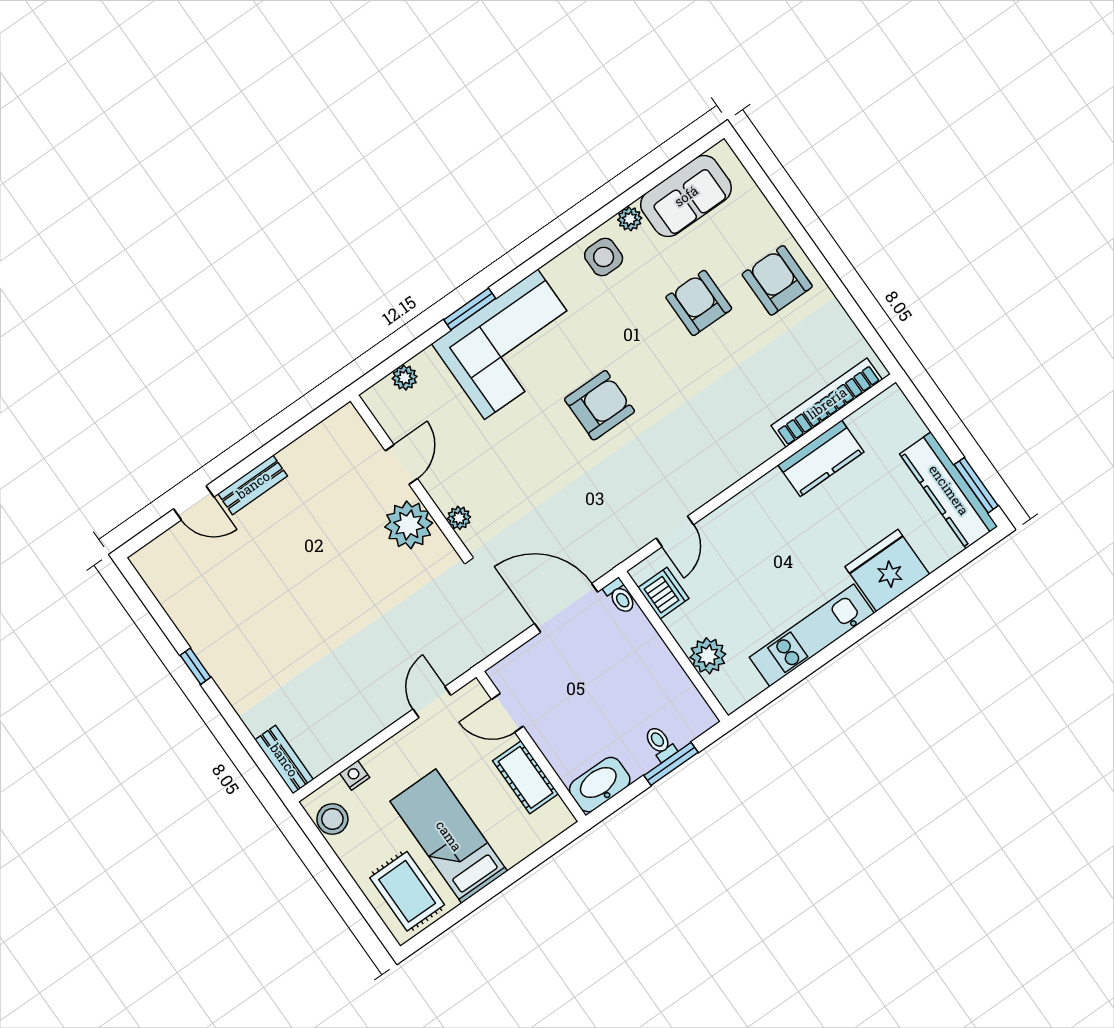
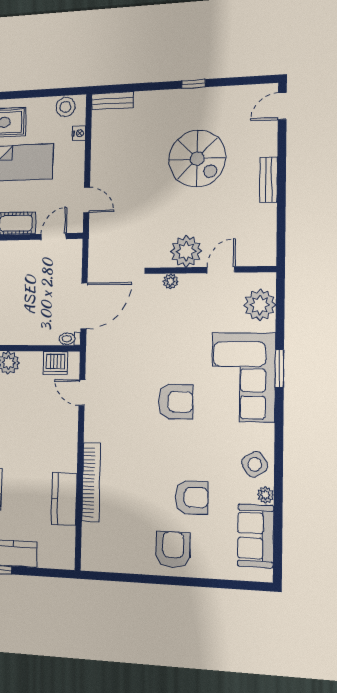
side table: (604, 257) -> (255, 464), turned -31
armchair: (777, 280) -> (173, 550), turned -90
plant: (405, 378) -> (260, 305), width x1.87, depth x1.87
bookcase: (827, 403) -> (91, 482), moved
armchair: (600, 405) -> (176, 402), turned -90
door: (401, 465) -> (221, 270), swing flipped
door: (194, 503) -> (282, 106), moved
spiral stairs: (285, 594) -> (197, 159), added

